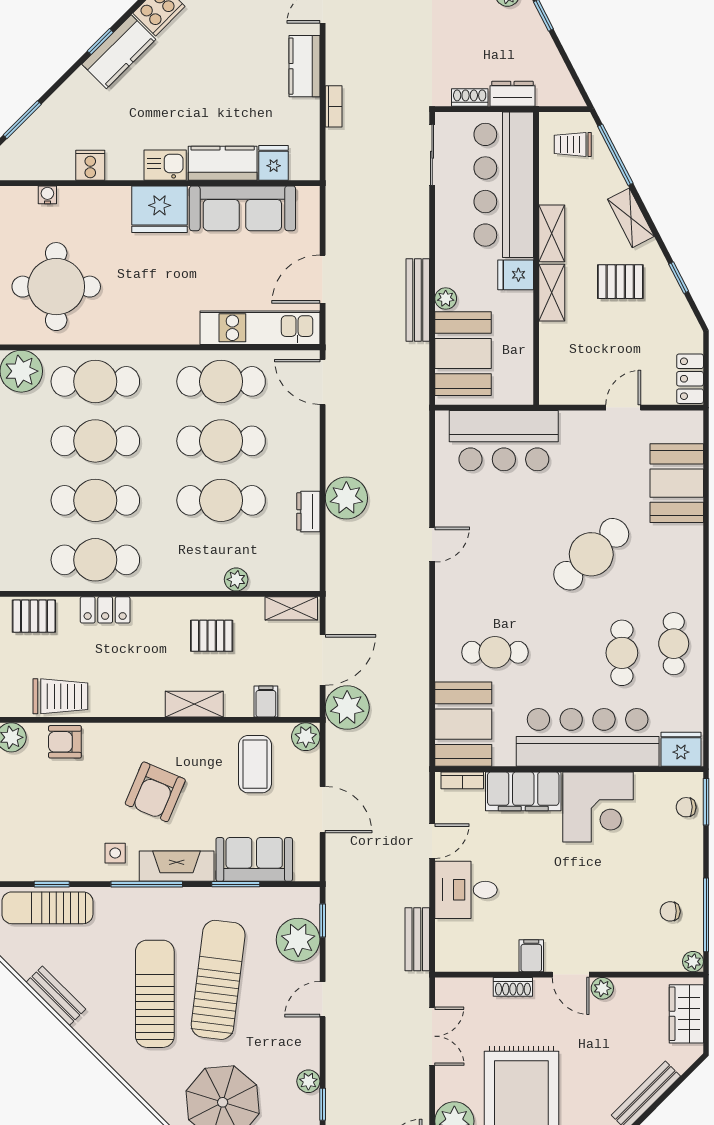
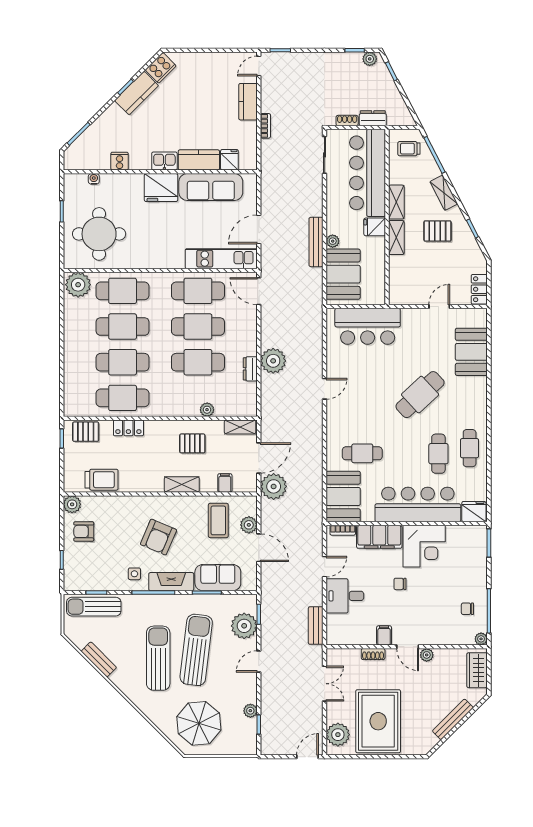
plant: (306, 737) -> (249, 525), moved
armchair: (65, 742) -> (84, 531), moved
chair: (686, 807) -> (400, 584), moved

